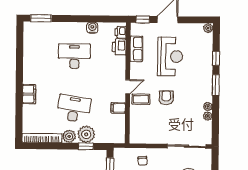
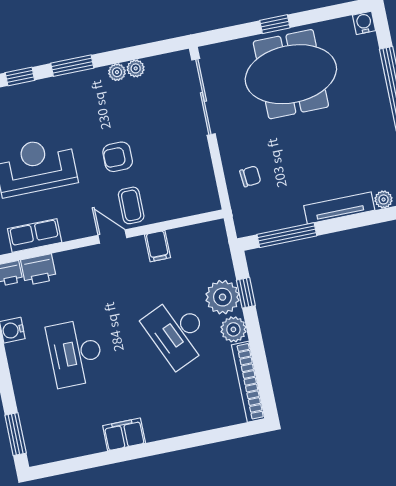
filing cabinet: (29, 94) -> (124, 434), moved
desk: (74, 109) -> (177, 332), turned -33

